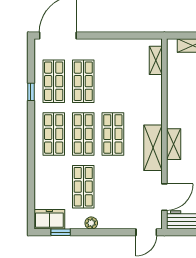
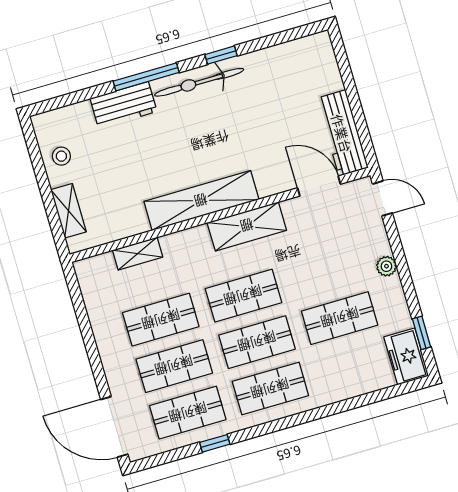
shelving: (156, 60) -> (138, 254), moved
shop shelf: (113, 81) -> (161, 320), added
shelving: (174, 144) -> (201, 201), width x2.20, depth x1.33
plant: (91, 223) -> (386, 266), moved

